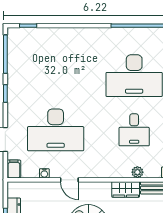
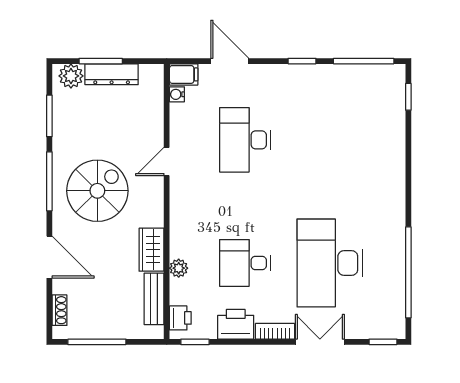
desk: (56, 130) -> (245, 140), width x0.73, depth x0.77
water cooler: (44, 173) -> (177, 94), moved

